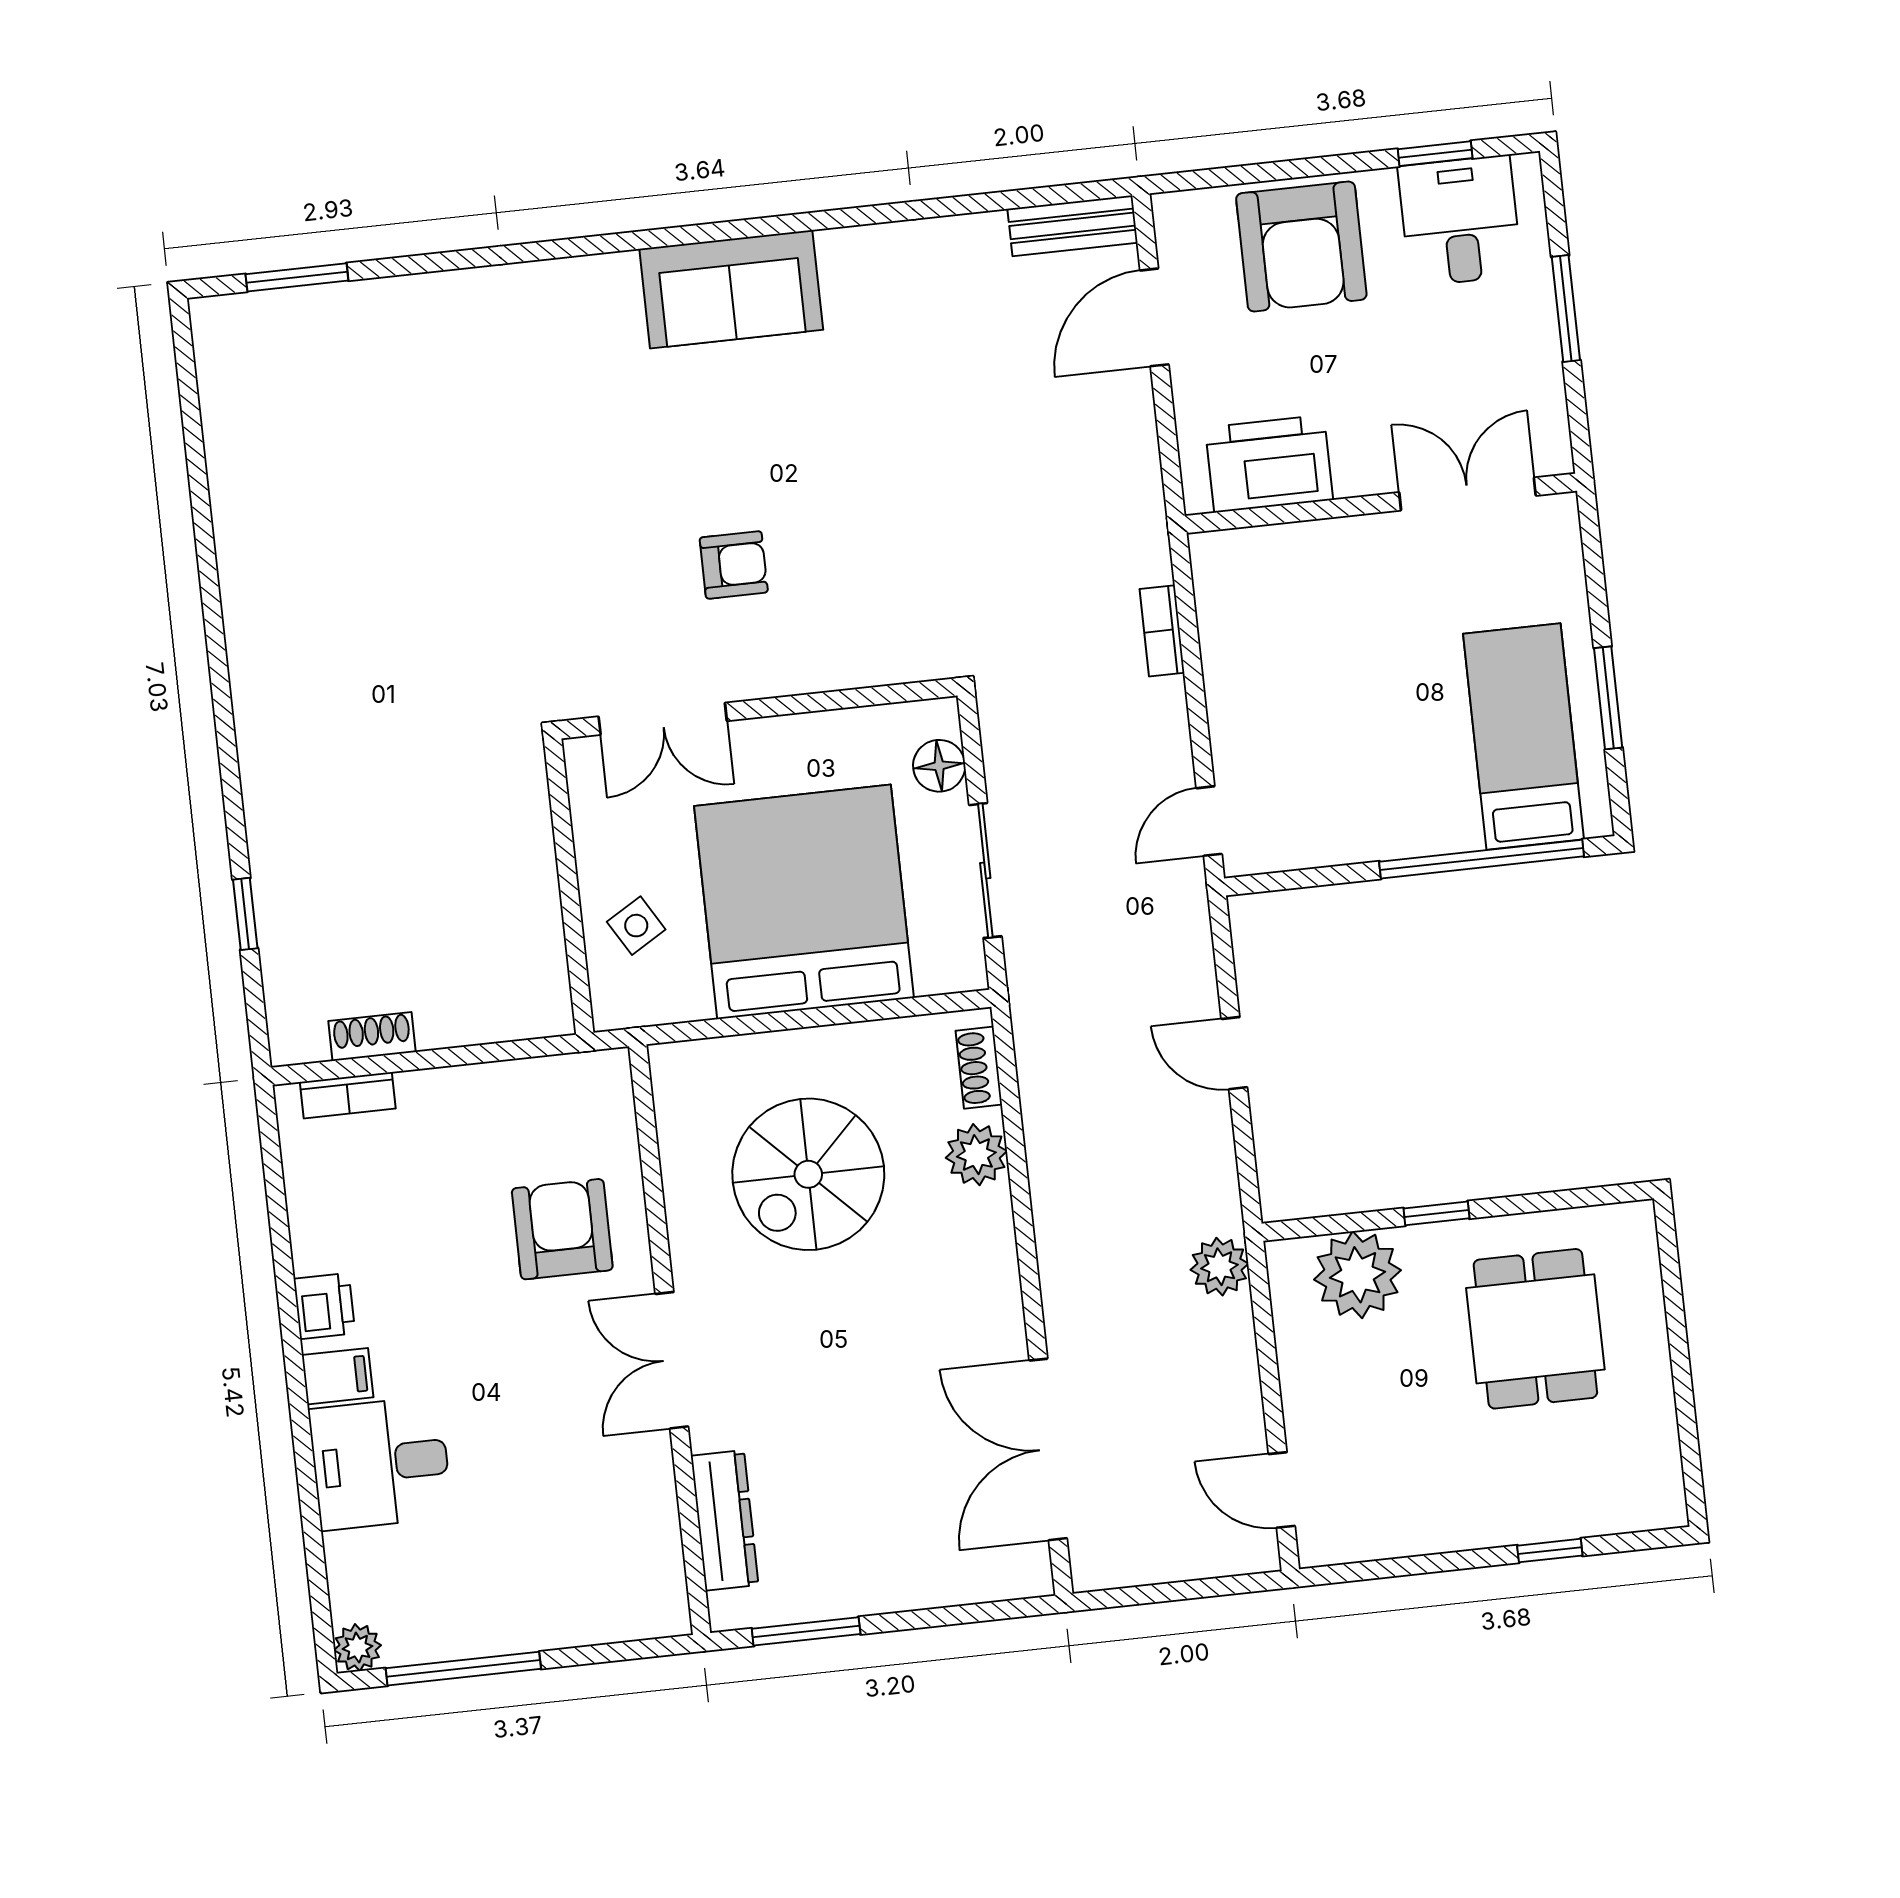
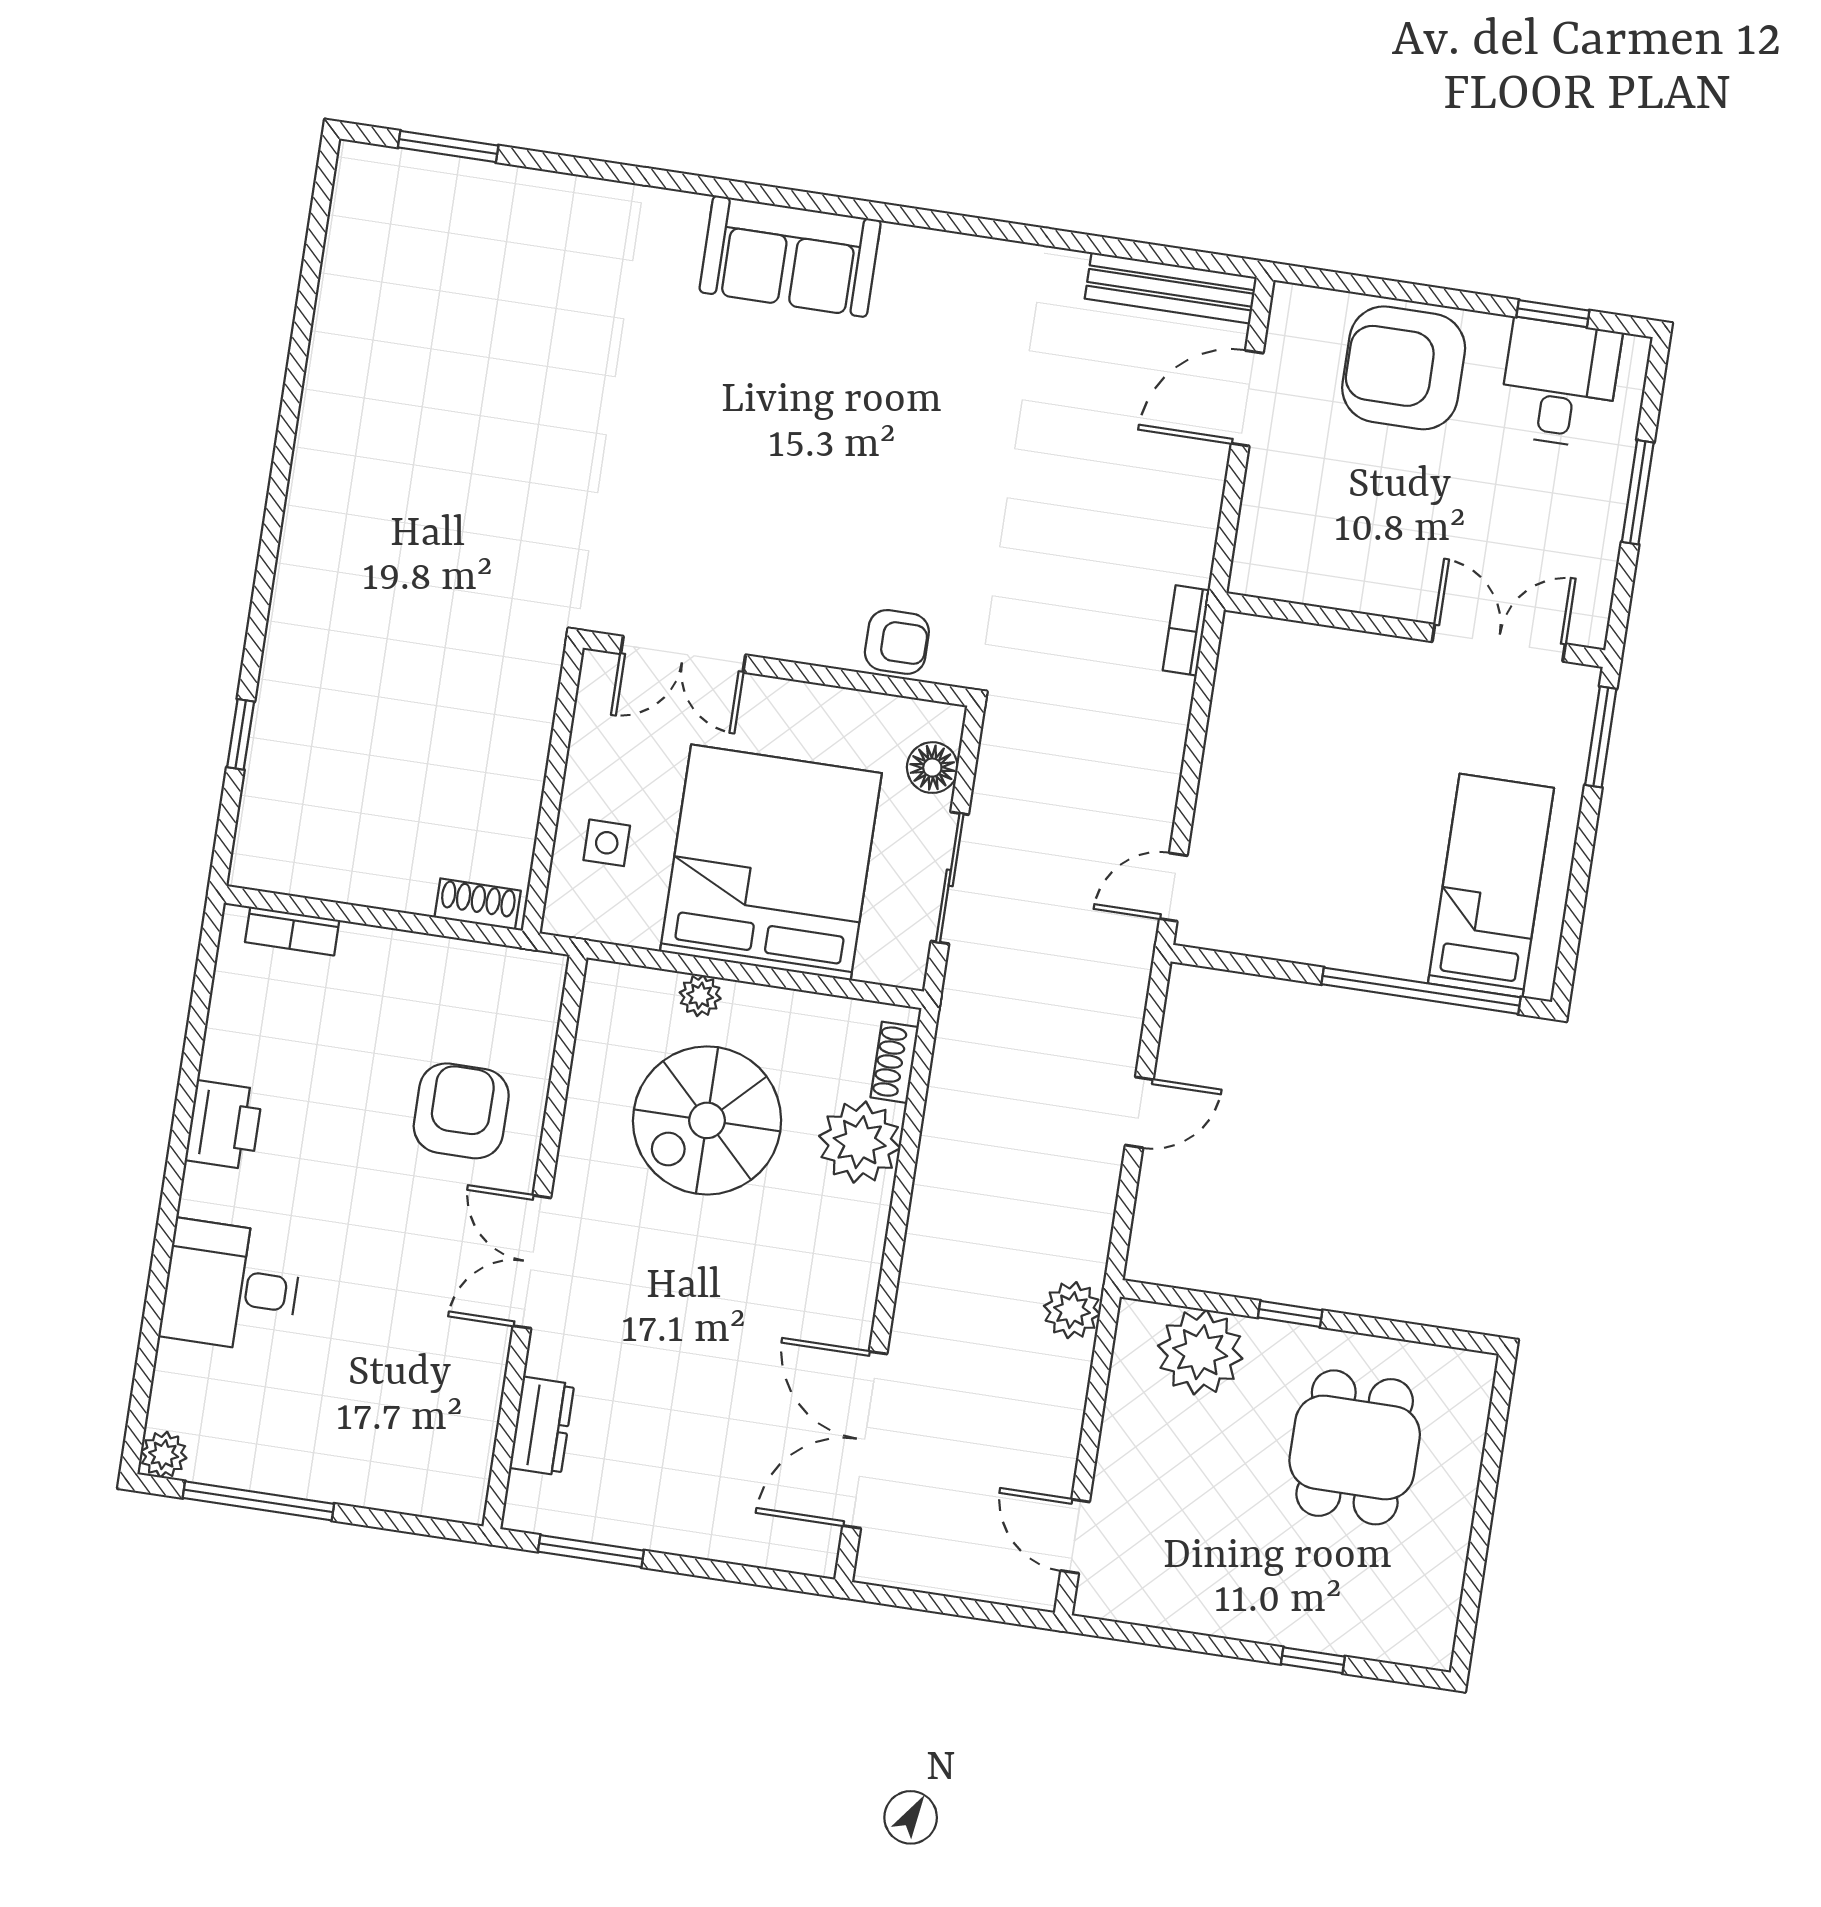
bench: (1073, 226) -> (1171, 288), width x1.36
armchair: (1301, 247) -> (1404, 368), turned 90
sofa: (731, 289) -> (790, 256), moved
printer: (1269, 464) -> (1319, 565), removed
armchair: (734, 565) -> (897, 642), moved
bookcase: (1162, 631) -> (1186, 630), moved
window: (1608, 698) -> (1601, 737), moved
side table: (636, 926) -> (607, 843), turned 31
shoe rack: (372, 1037) -> (478, 904), moved
plant: (769, 1052) -> (700, 996), added
door: (1234, 1053) -> (1139, 1112), swing flipped
plant: (976, 1155) -> (860, 1142), width x1.36, depth x1.36
printer: (324, 1306) -> (224, 1125), width x1.36, depth x1.24
filing cabinet: (338, 1376) -> (212, 1194), removed
dresser: (725, 1520) -> (542, 1426), width x0.70

